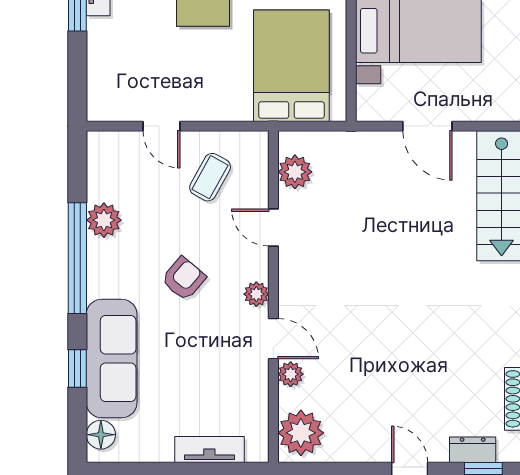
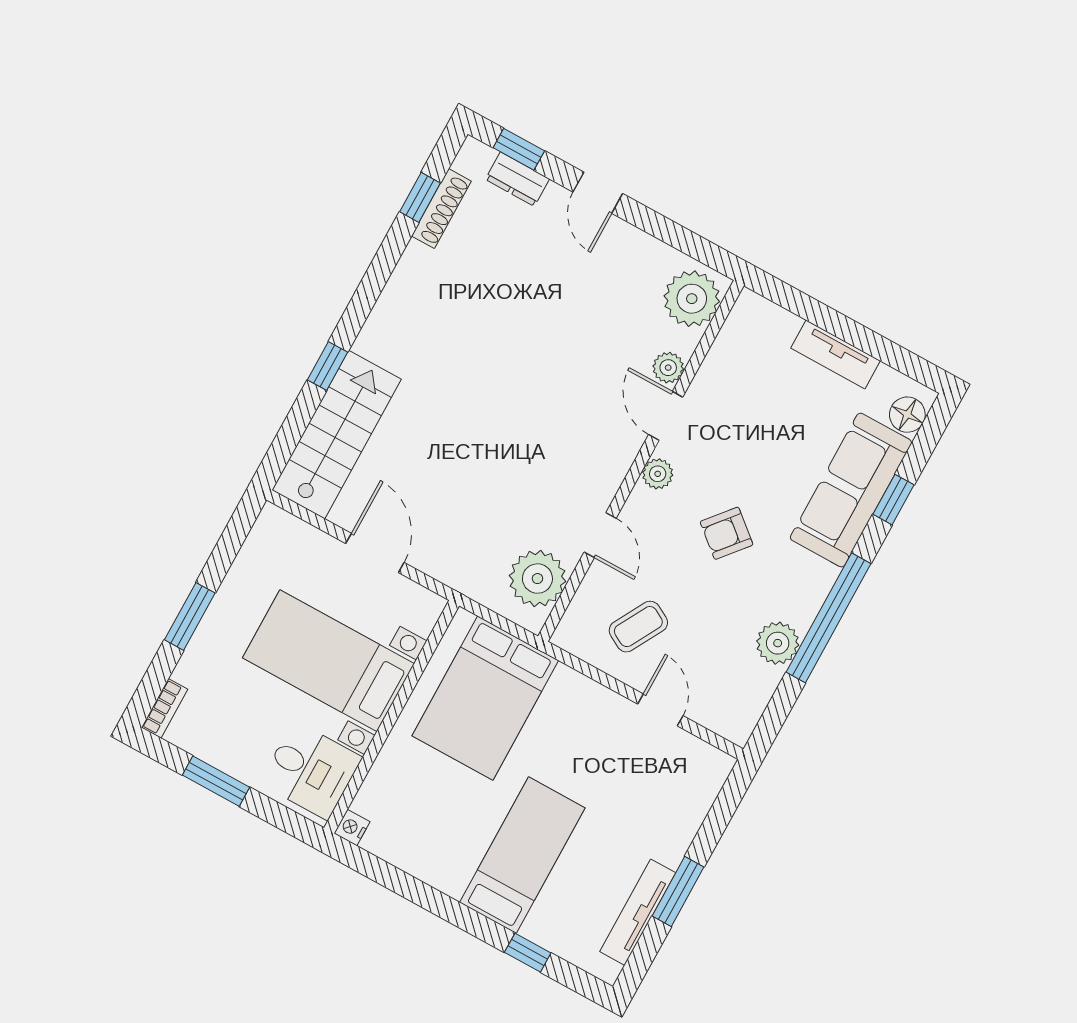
plant: (295, 172) -> (537, 579), width x1.36, depth x1.36
tv unit: (209, 449) -> (836, 354), moved

